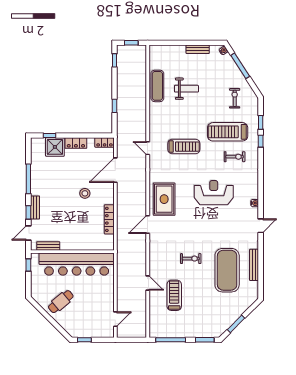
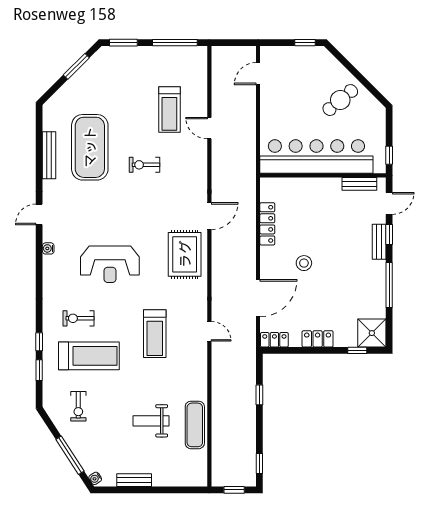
shower: (55, 147) -> (372, 333), moved
treadmill: (184, 147) -> (155, 334), turned -90

